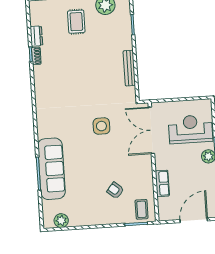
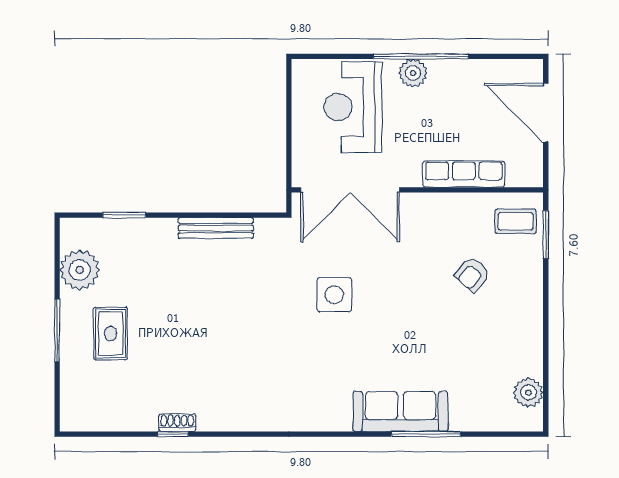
rug: (76, 22) -> (111, 333), turned 90
dresser: (36, 36) -> (136, 420), removed
sofa: (51, 169) -> (401, 411), width x0.74, depth x0.79
row of seats: (162, 183) -> (464, 174), width x1.48

